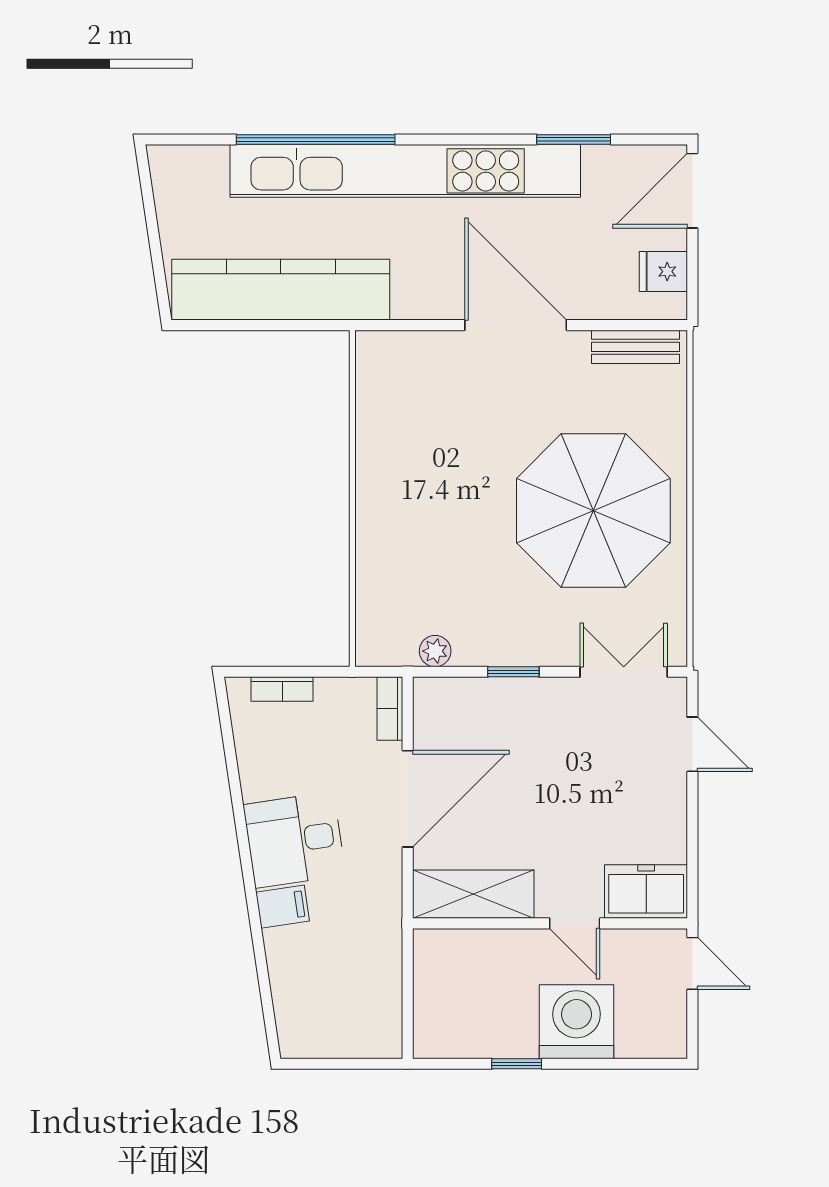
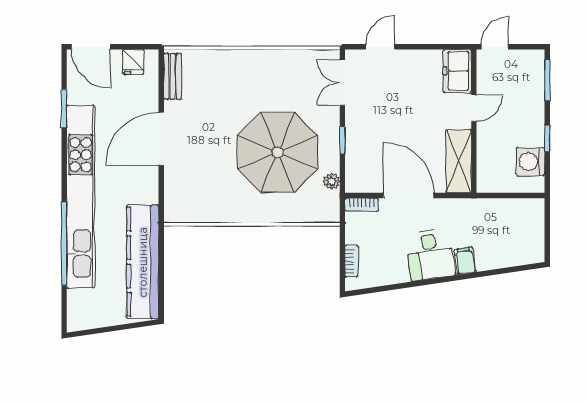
parasol: (593, 511) -> (278, 152), moved
washing machine: (576, 1022) -> (531, 162), moved, width x0.73, depth x0.73
window: (628, 1064) -> (547, 80), added

